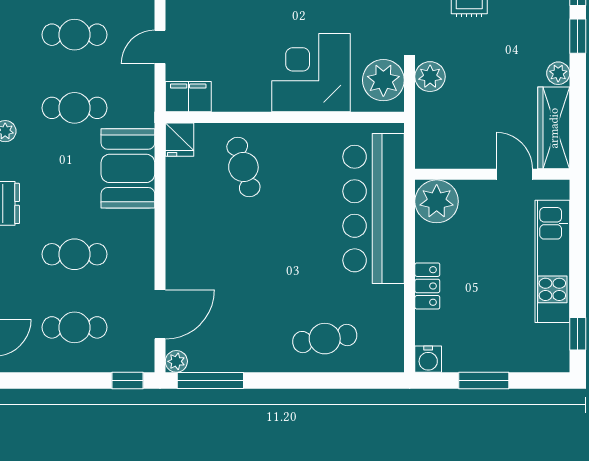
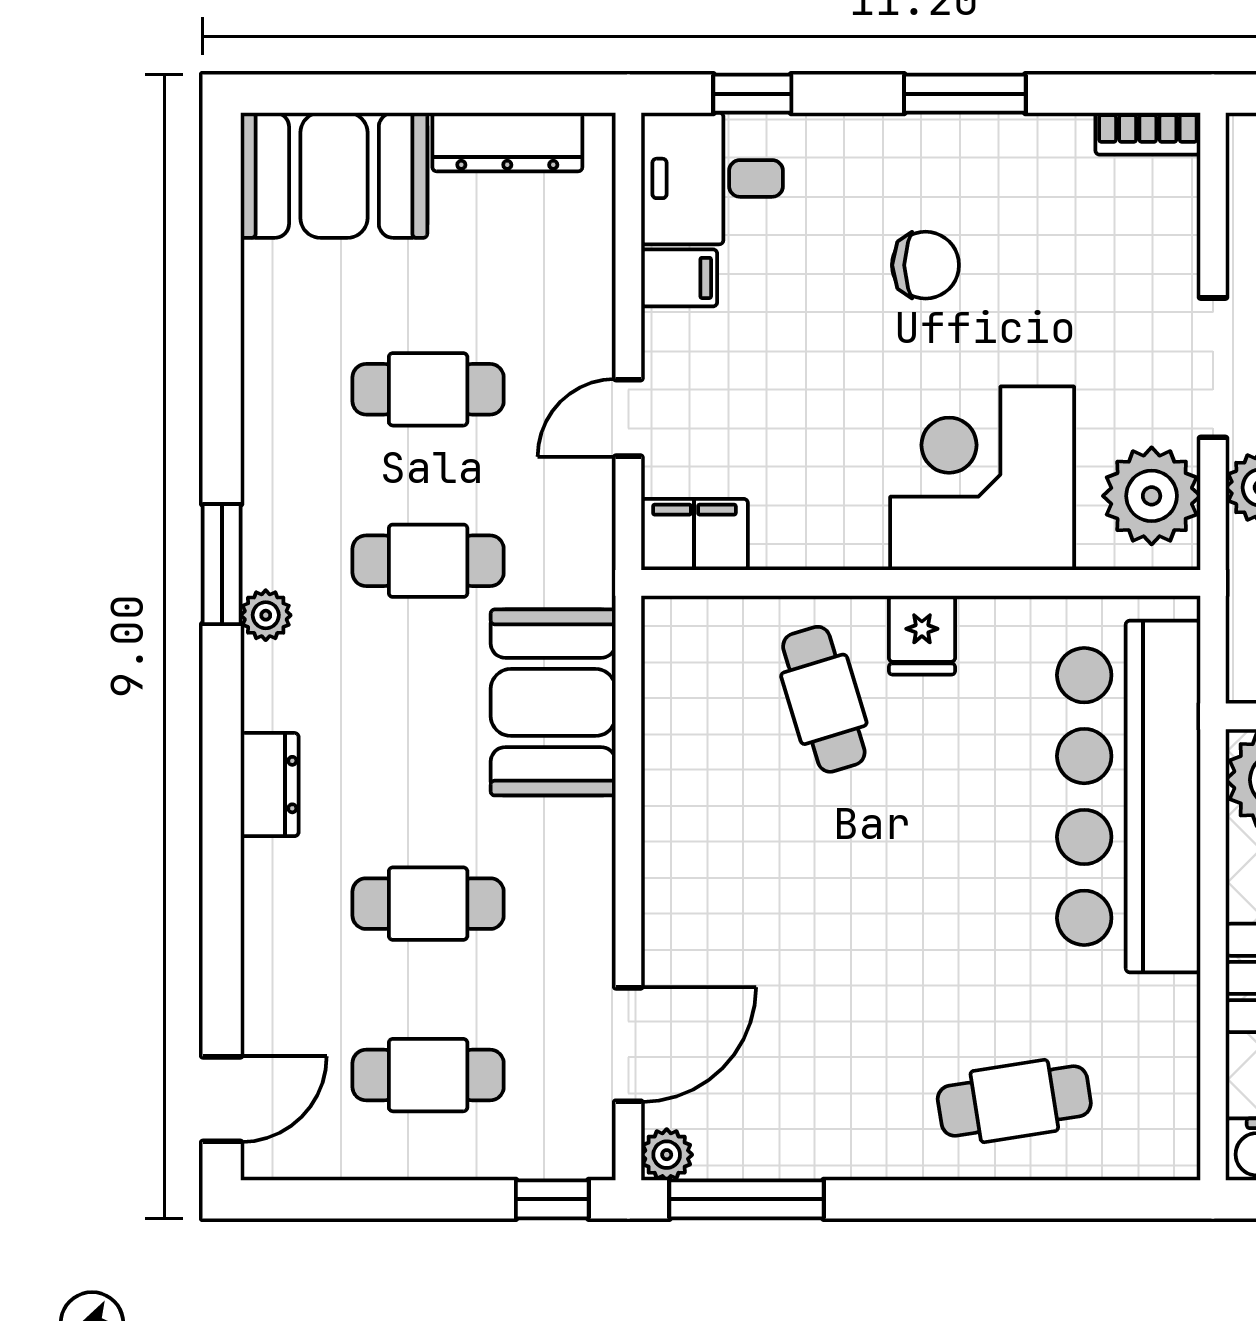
fridge: (180, 140) -> (922, 635), moved

